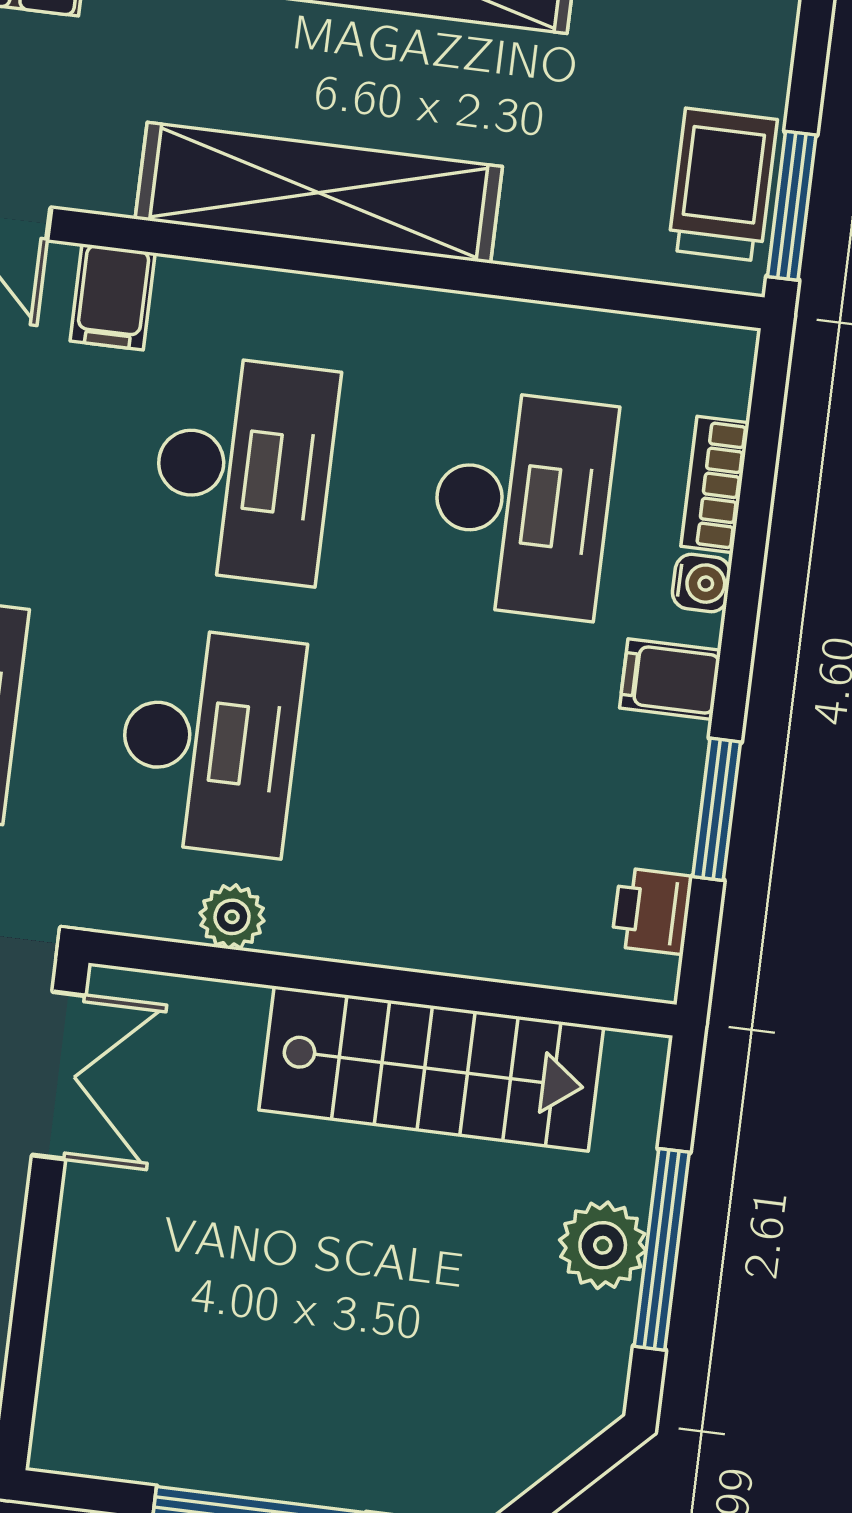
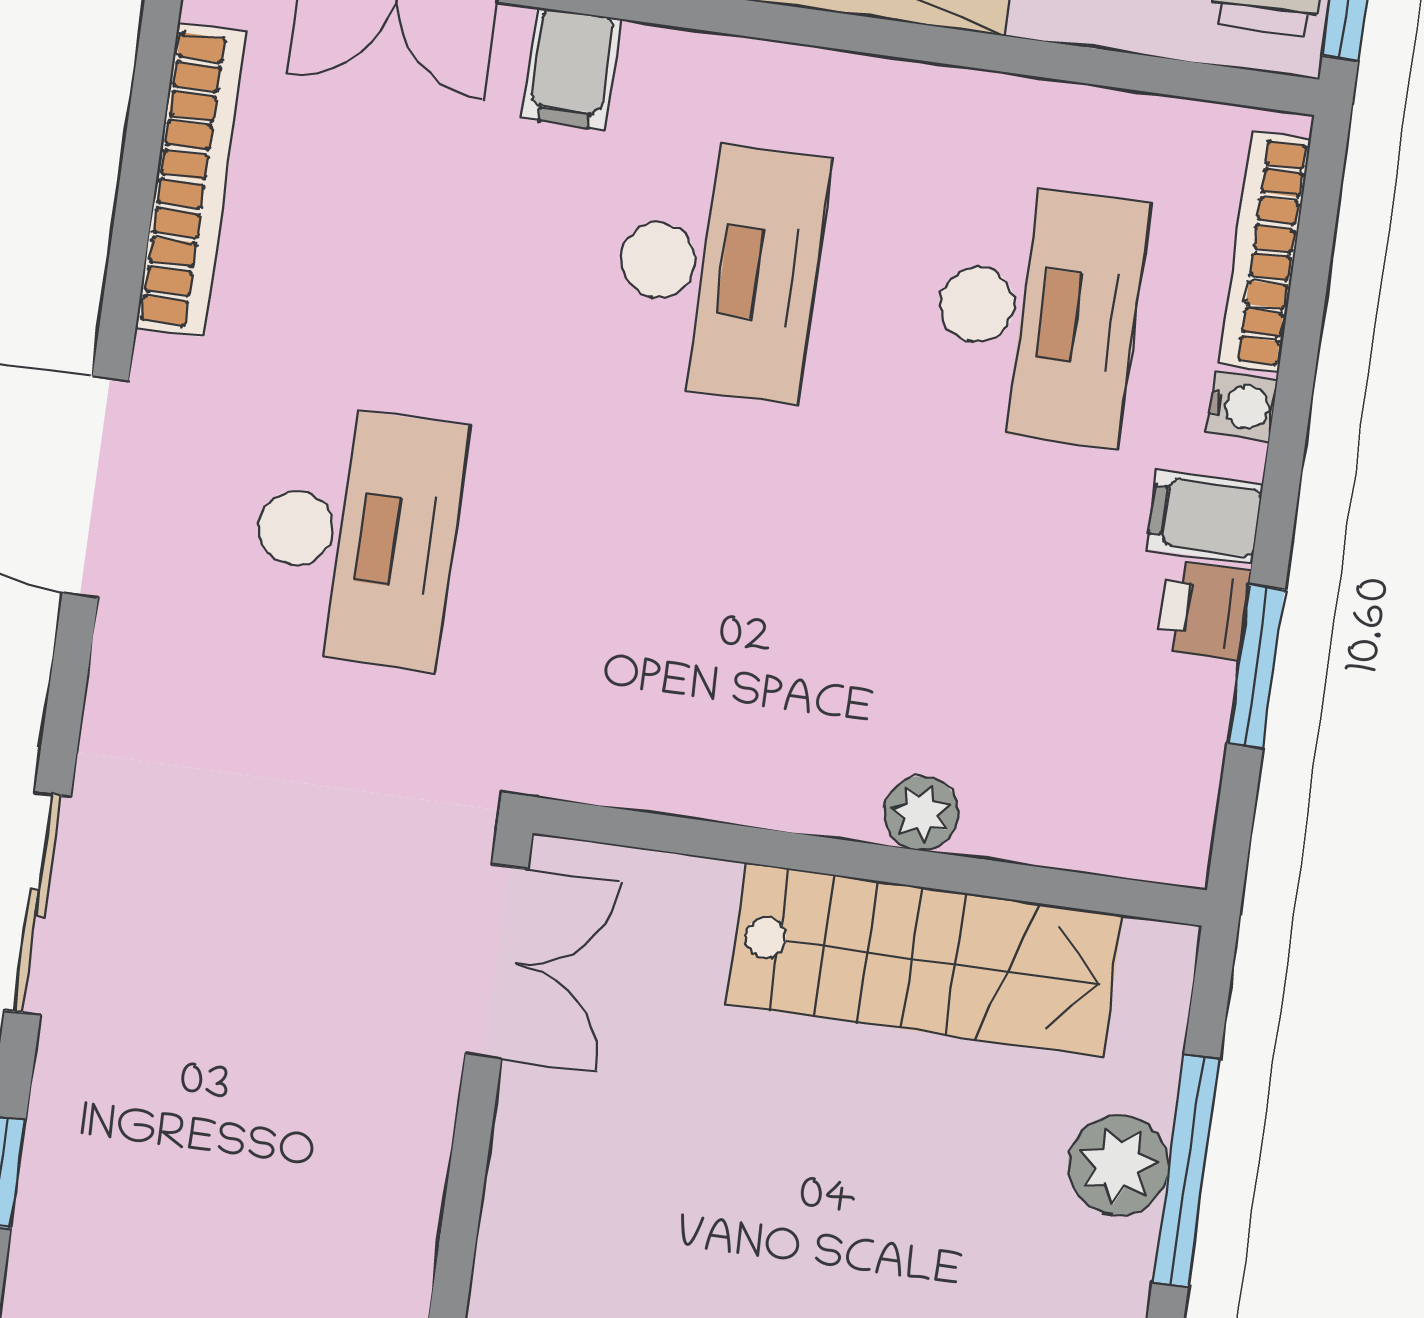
bookcase: (715, 485) -> (1265, 252), width x1.56
desk: (210, 741) -> (675, 580), removed
printer: (652, 911) -> (1204, 610), moved
plant: (232, 917) -> (921, 813), moved

